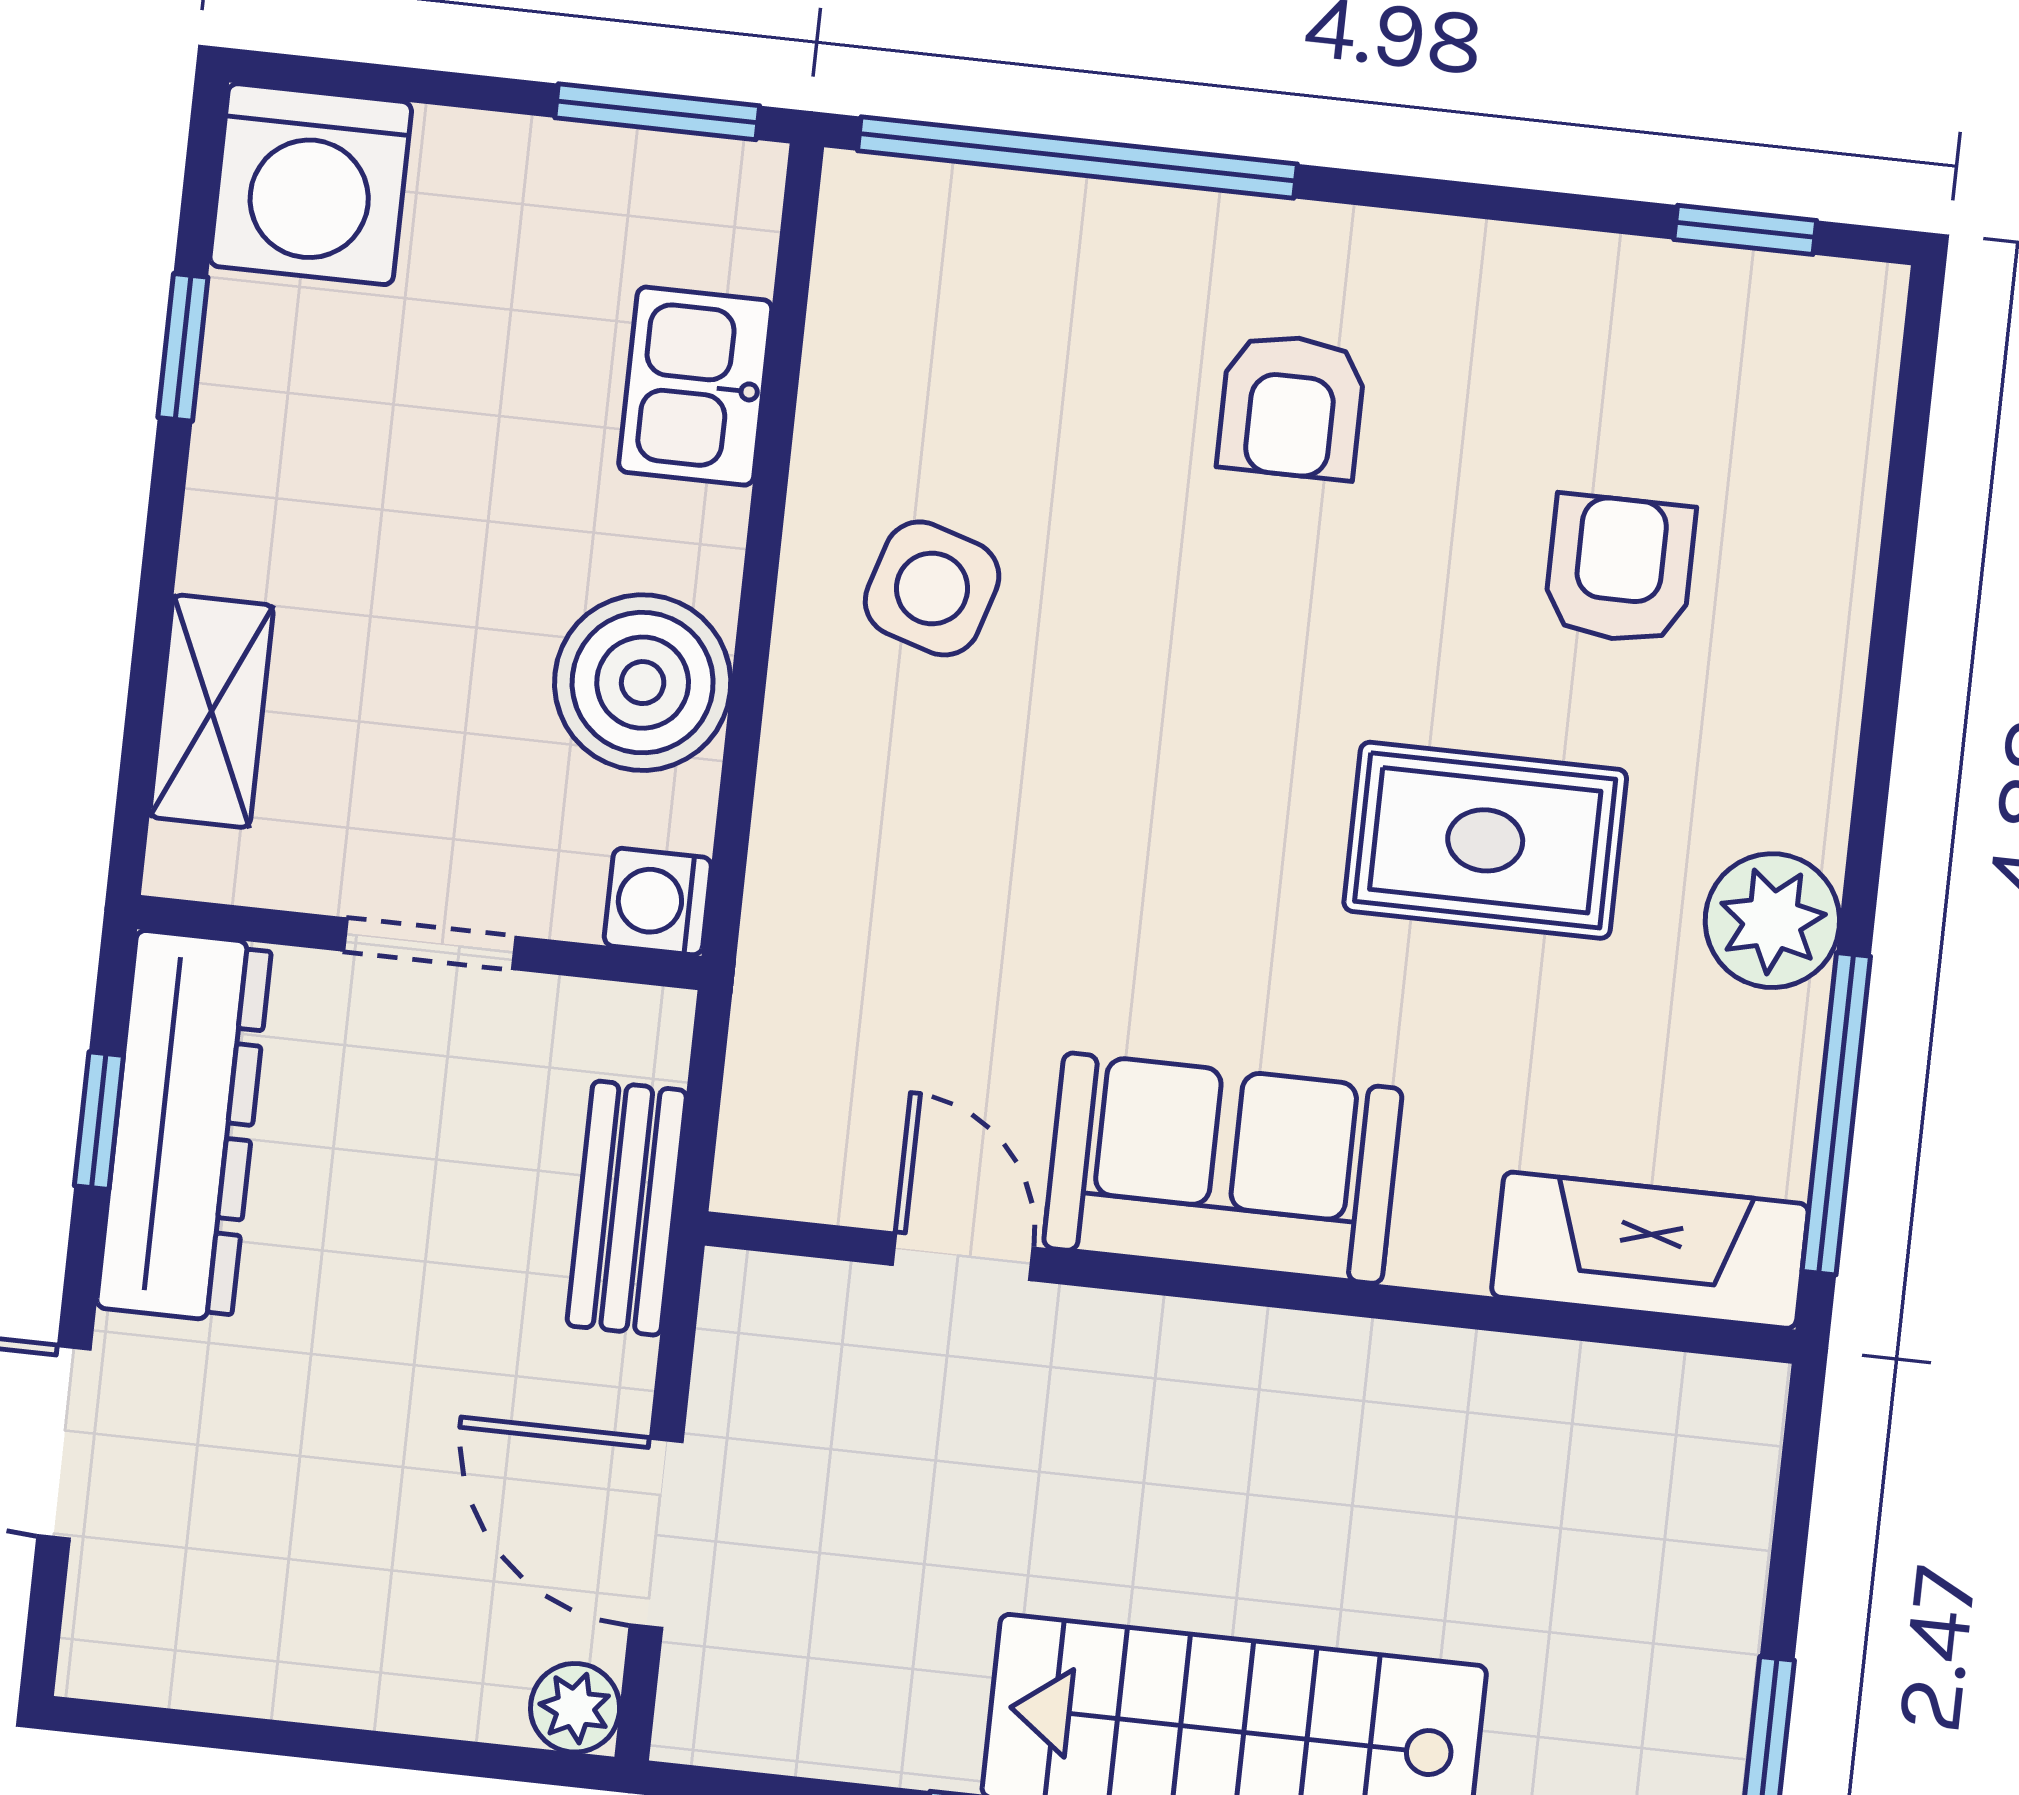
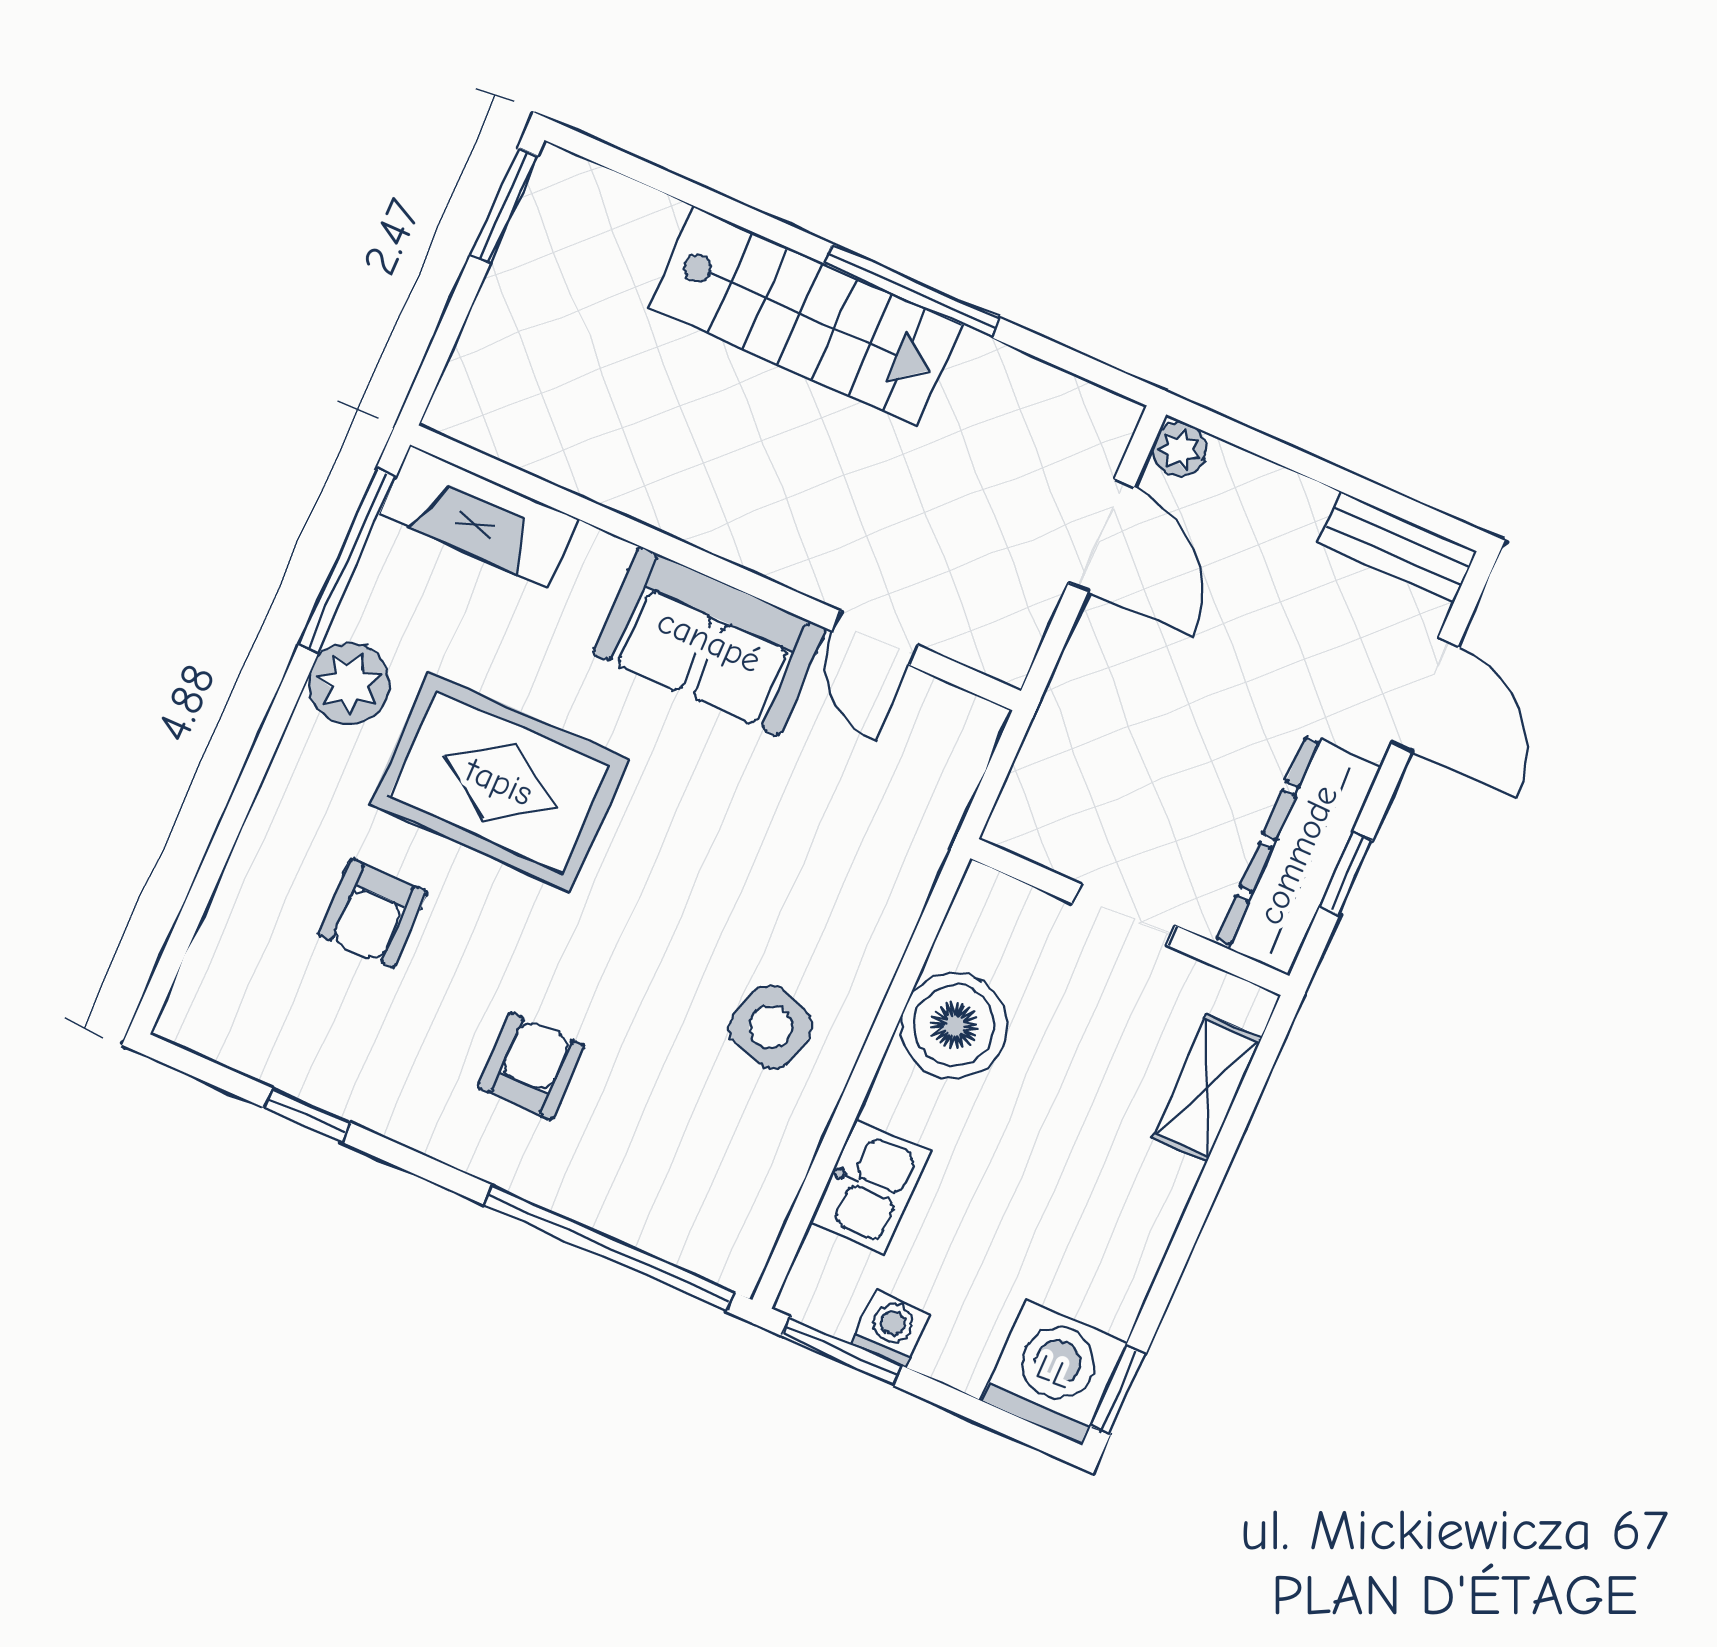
window: (1745, 230) -> (307, 1115), moved
window: (183, 347) -> (1118, 1390), moved
rug: (1485, 840) -> (499, 782), width x1.36, depth x1.43
washing machine: (658, 902) -> (891, 1329), moved, turned -90
bench: (627, 1208) -> (1397, 547), moved, turned 90

